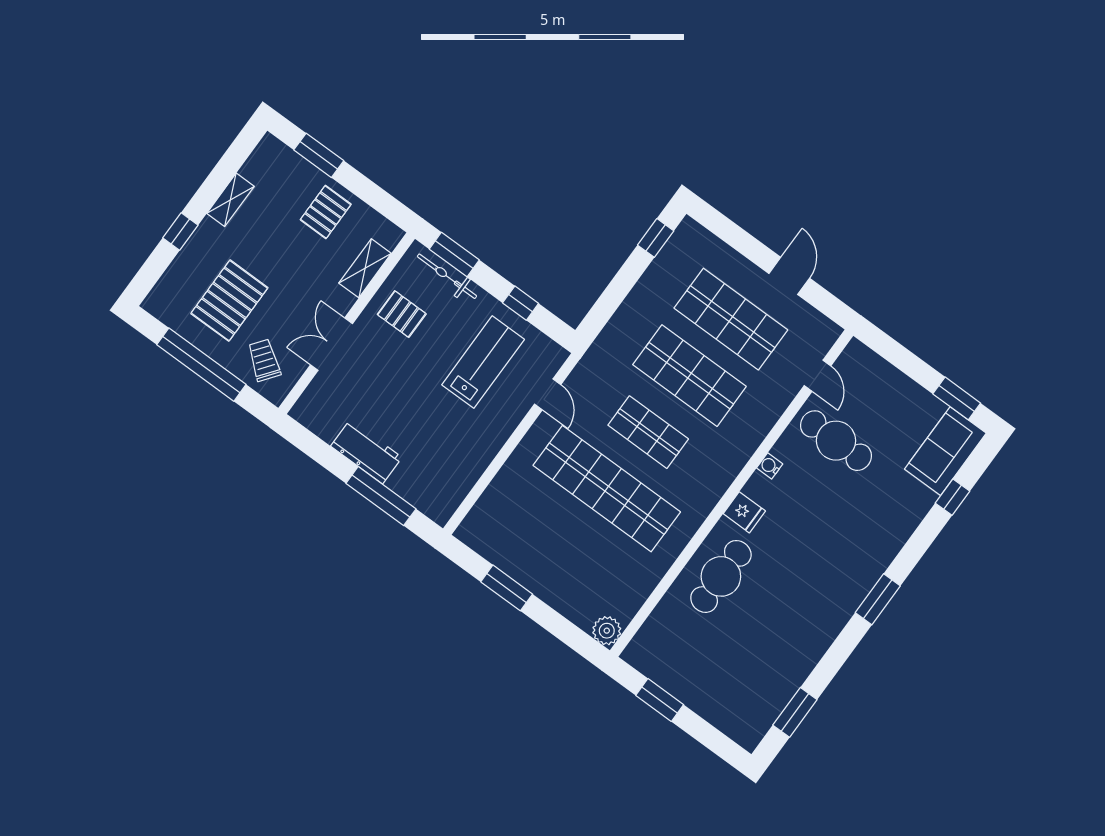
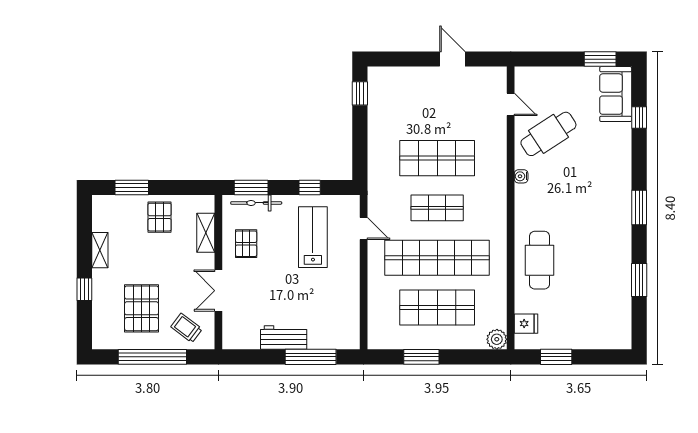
pallet: (402, 314) -> (246, 244), turned 90
shop shelf: (731, 319) -> (437, 308), moved
cafe table: (836, 441) -> (548, 134), turned -33
fridge: (744, 512) -> (526, 324), moved
window: (795, 712) -> (639, 280), moved

